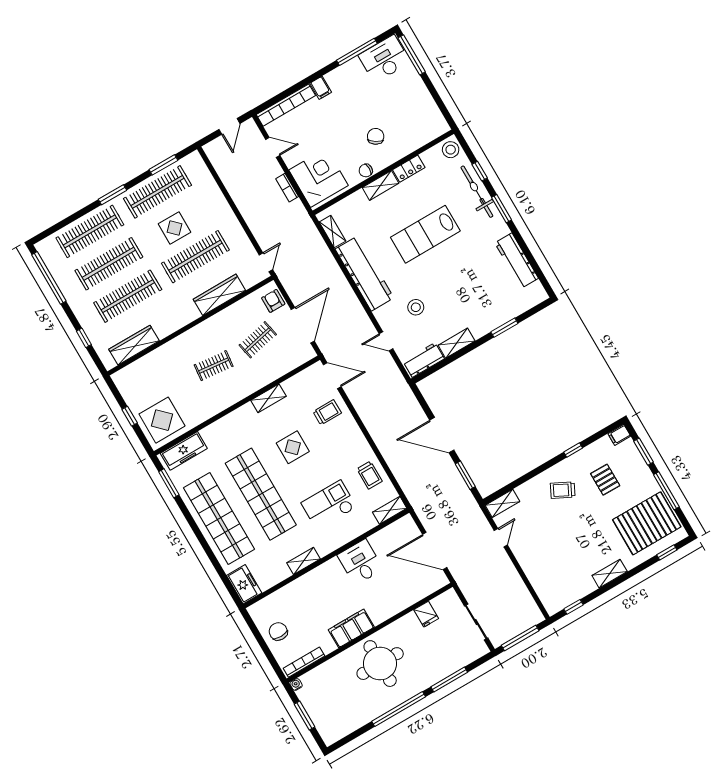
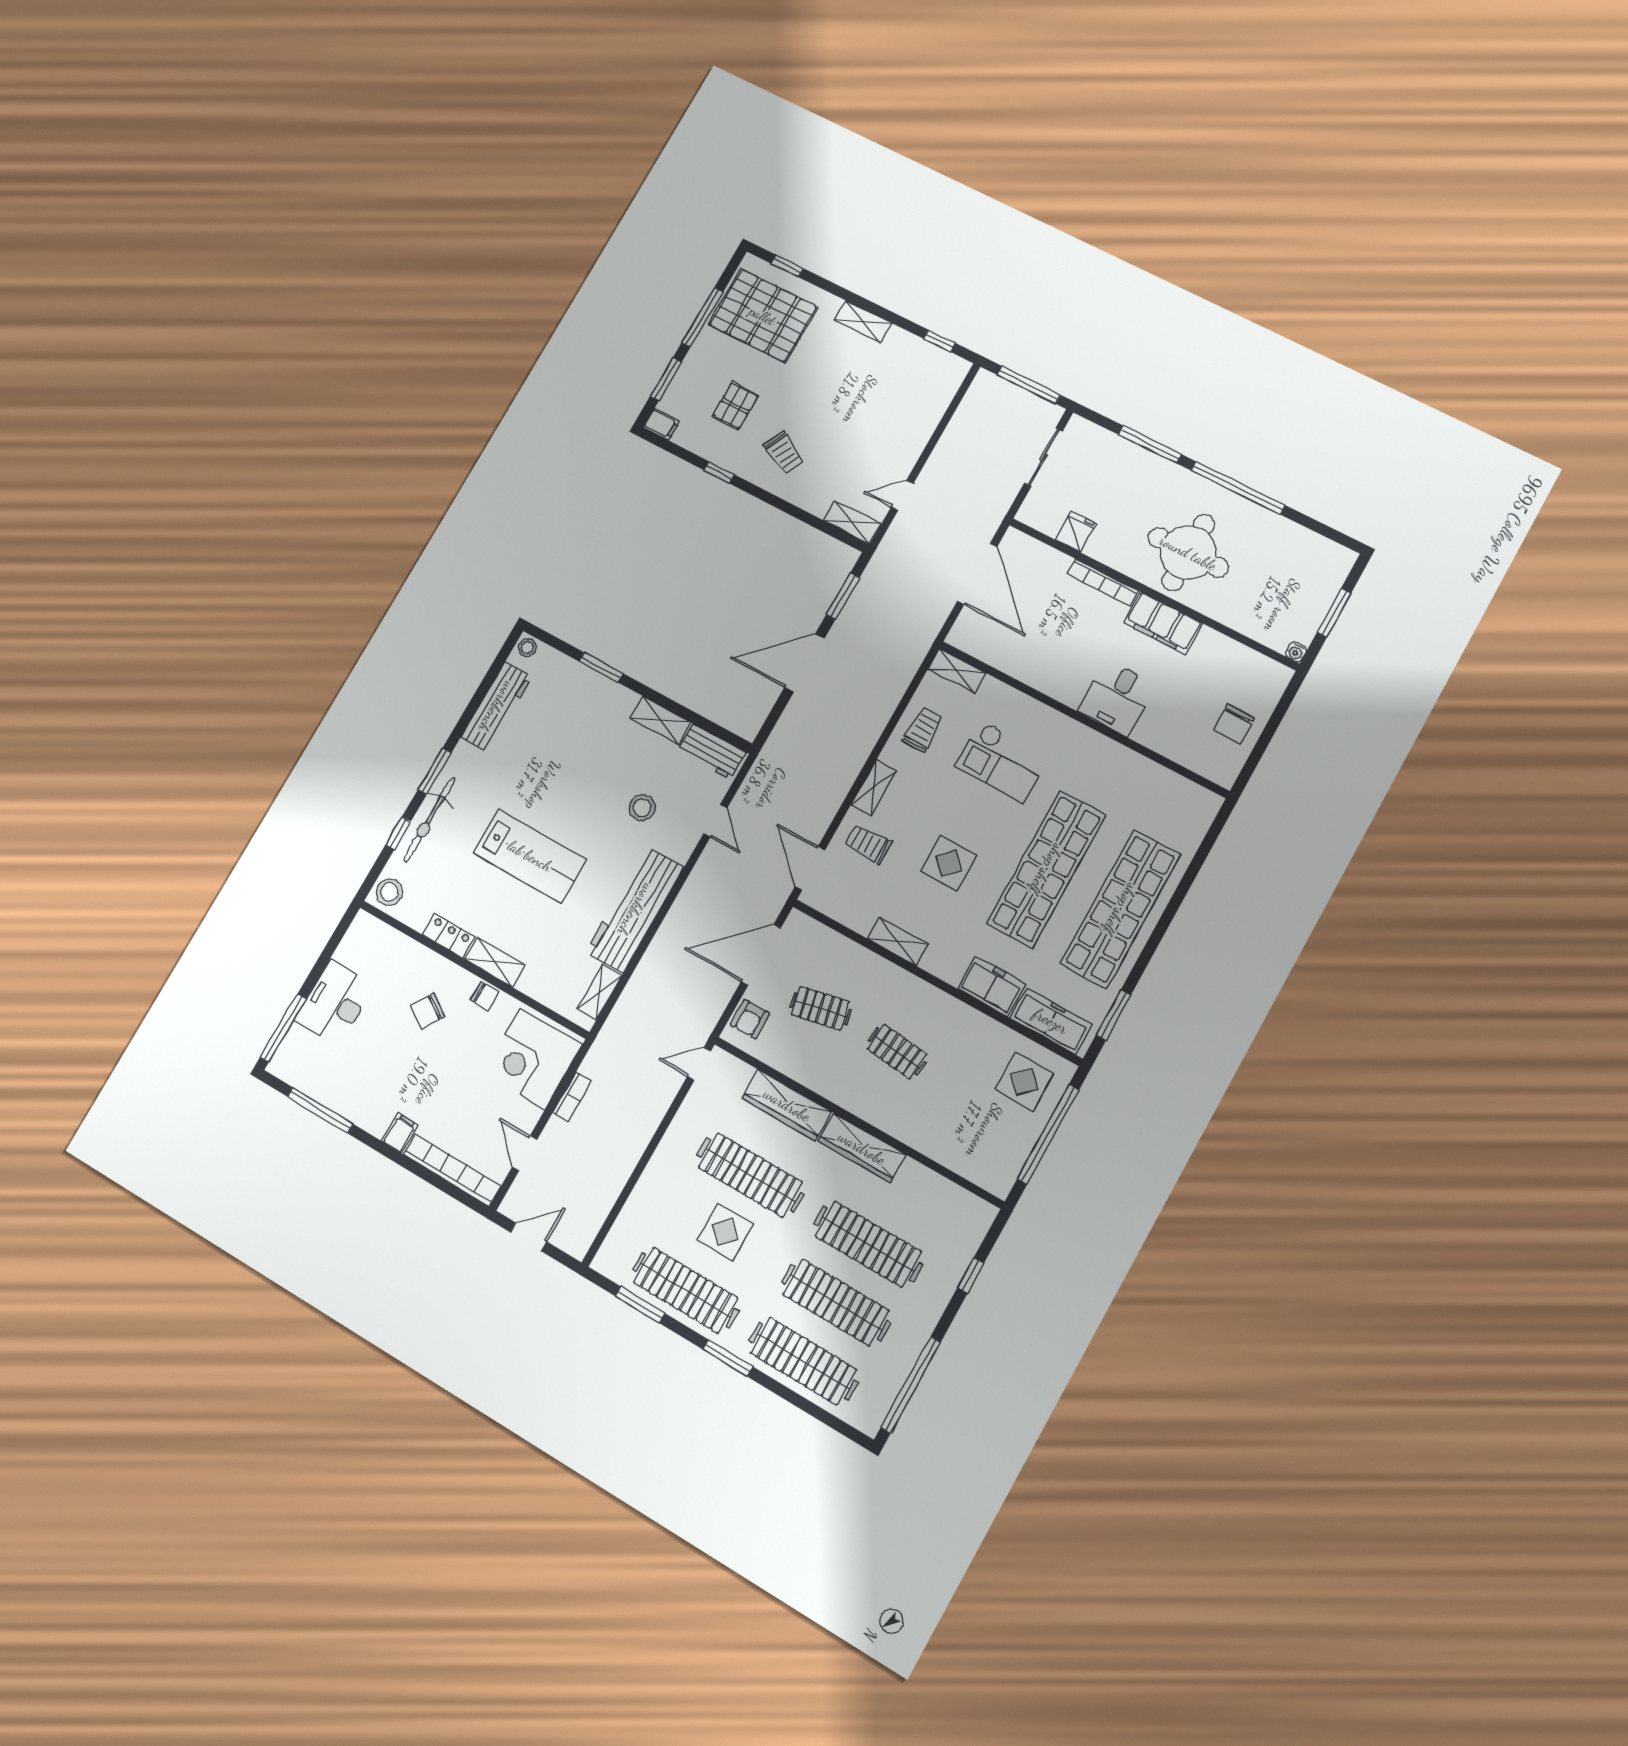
desk: (384, 59) -> (335, 1003), moved, turned 90
stool: (539, 295) -> (527, 648), added
wardrobe: (134, 345) -> (862, 1148), moved
window: (130, 416) -> (1048, 1134), width x3.17
display table: (162, 420) -> (1024, 1081), width x0.73, depth x0.73
door: (442, 435) -> (805, 663), swing flipped
shelving: (303, 561) -> (874, 788), moved, turned 90
desk: (360, 562) -> (1117, 698), moved
freezer: (244, 584) -> (991, 986), moved, turned 90
bookcase: (304, 662) -> (1103, 582), moved

